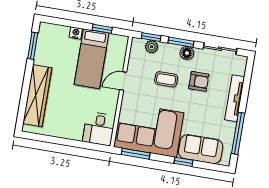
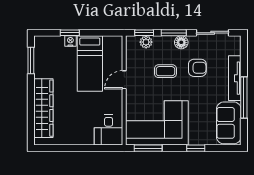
window: (102, 29) -> (70, 33), moved
window: (238, 133) -> (244, 98), moved
sofa: (201, 149) -> (229, 123), moved, turned -90

